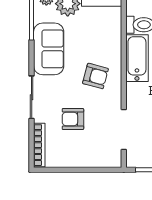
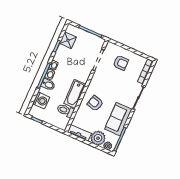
armchair: (95, 76) -> (95, 103), moved
armchair: (73, 119) -> (121, 63), moved

